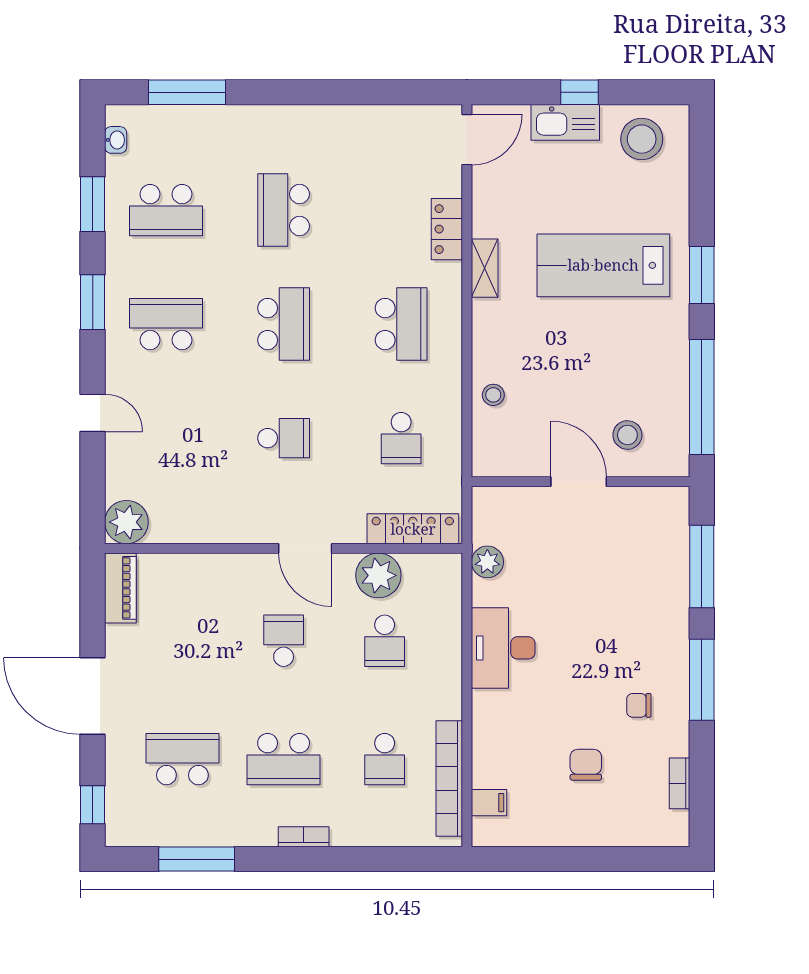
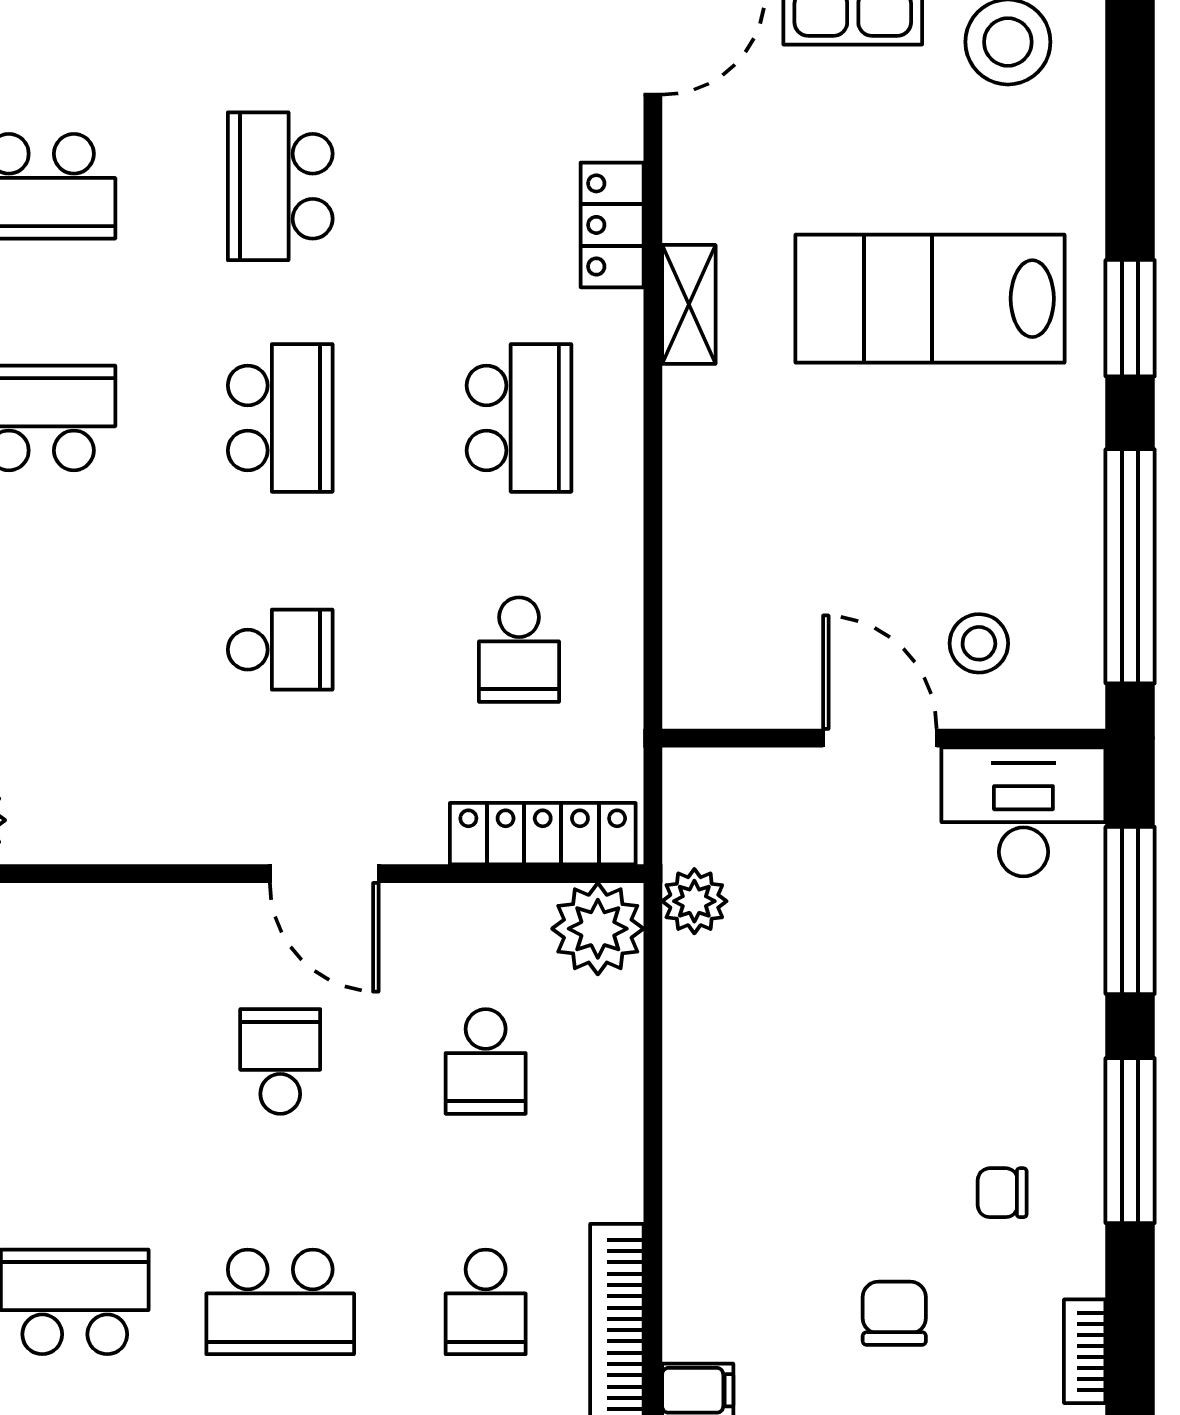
stool: (493, 395) -> (706, 562), removed
plant: (378, 575) -> (598, 929), moved
desk: (503, 648) -> (1023, 812), moved, turned 90

